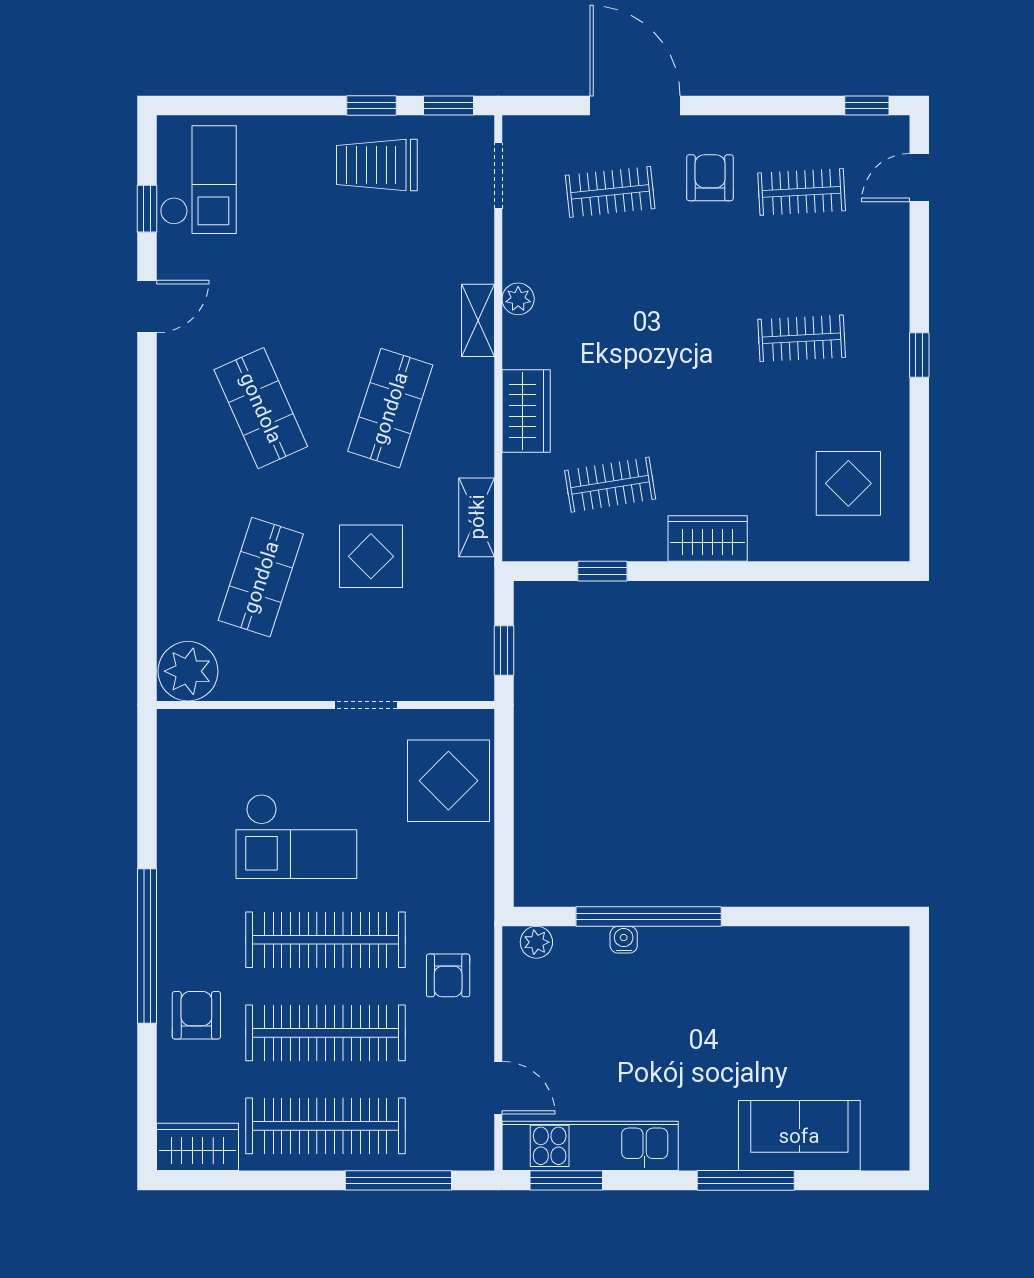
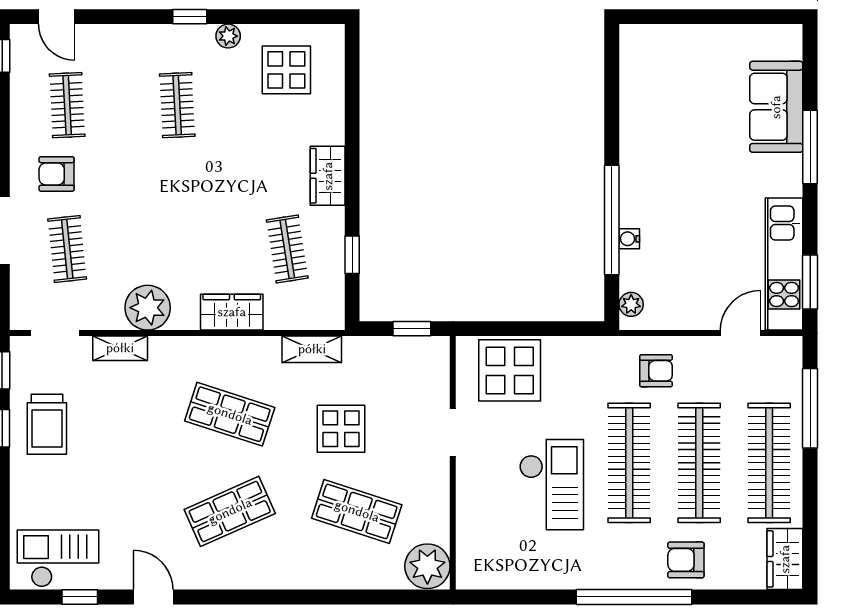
plant: (518, 299) -> (148, 308), width x1.88, depth x1.88
shelving: (478, 320) -> (120, 348), moved
plant: (893, 406) -> (228, 36), added

